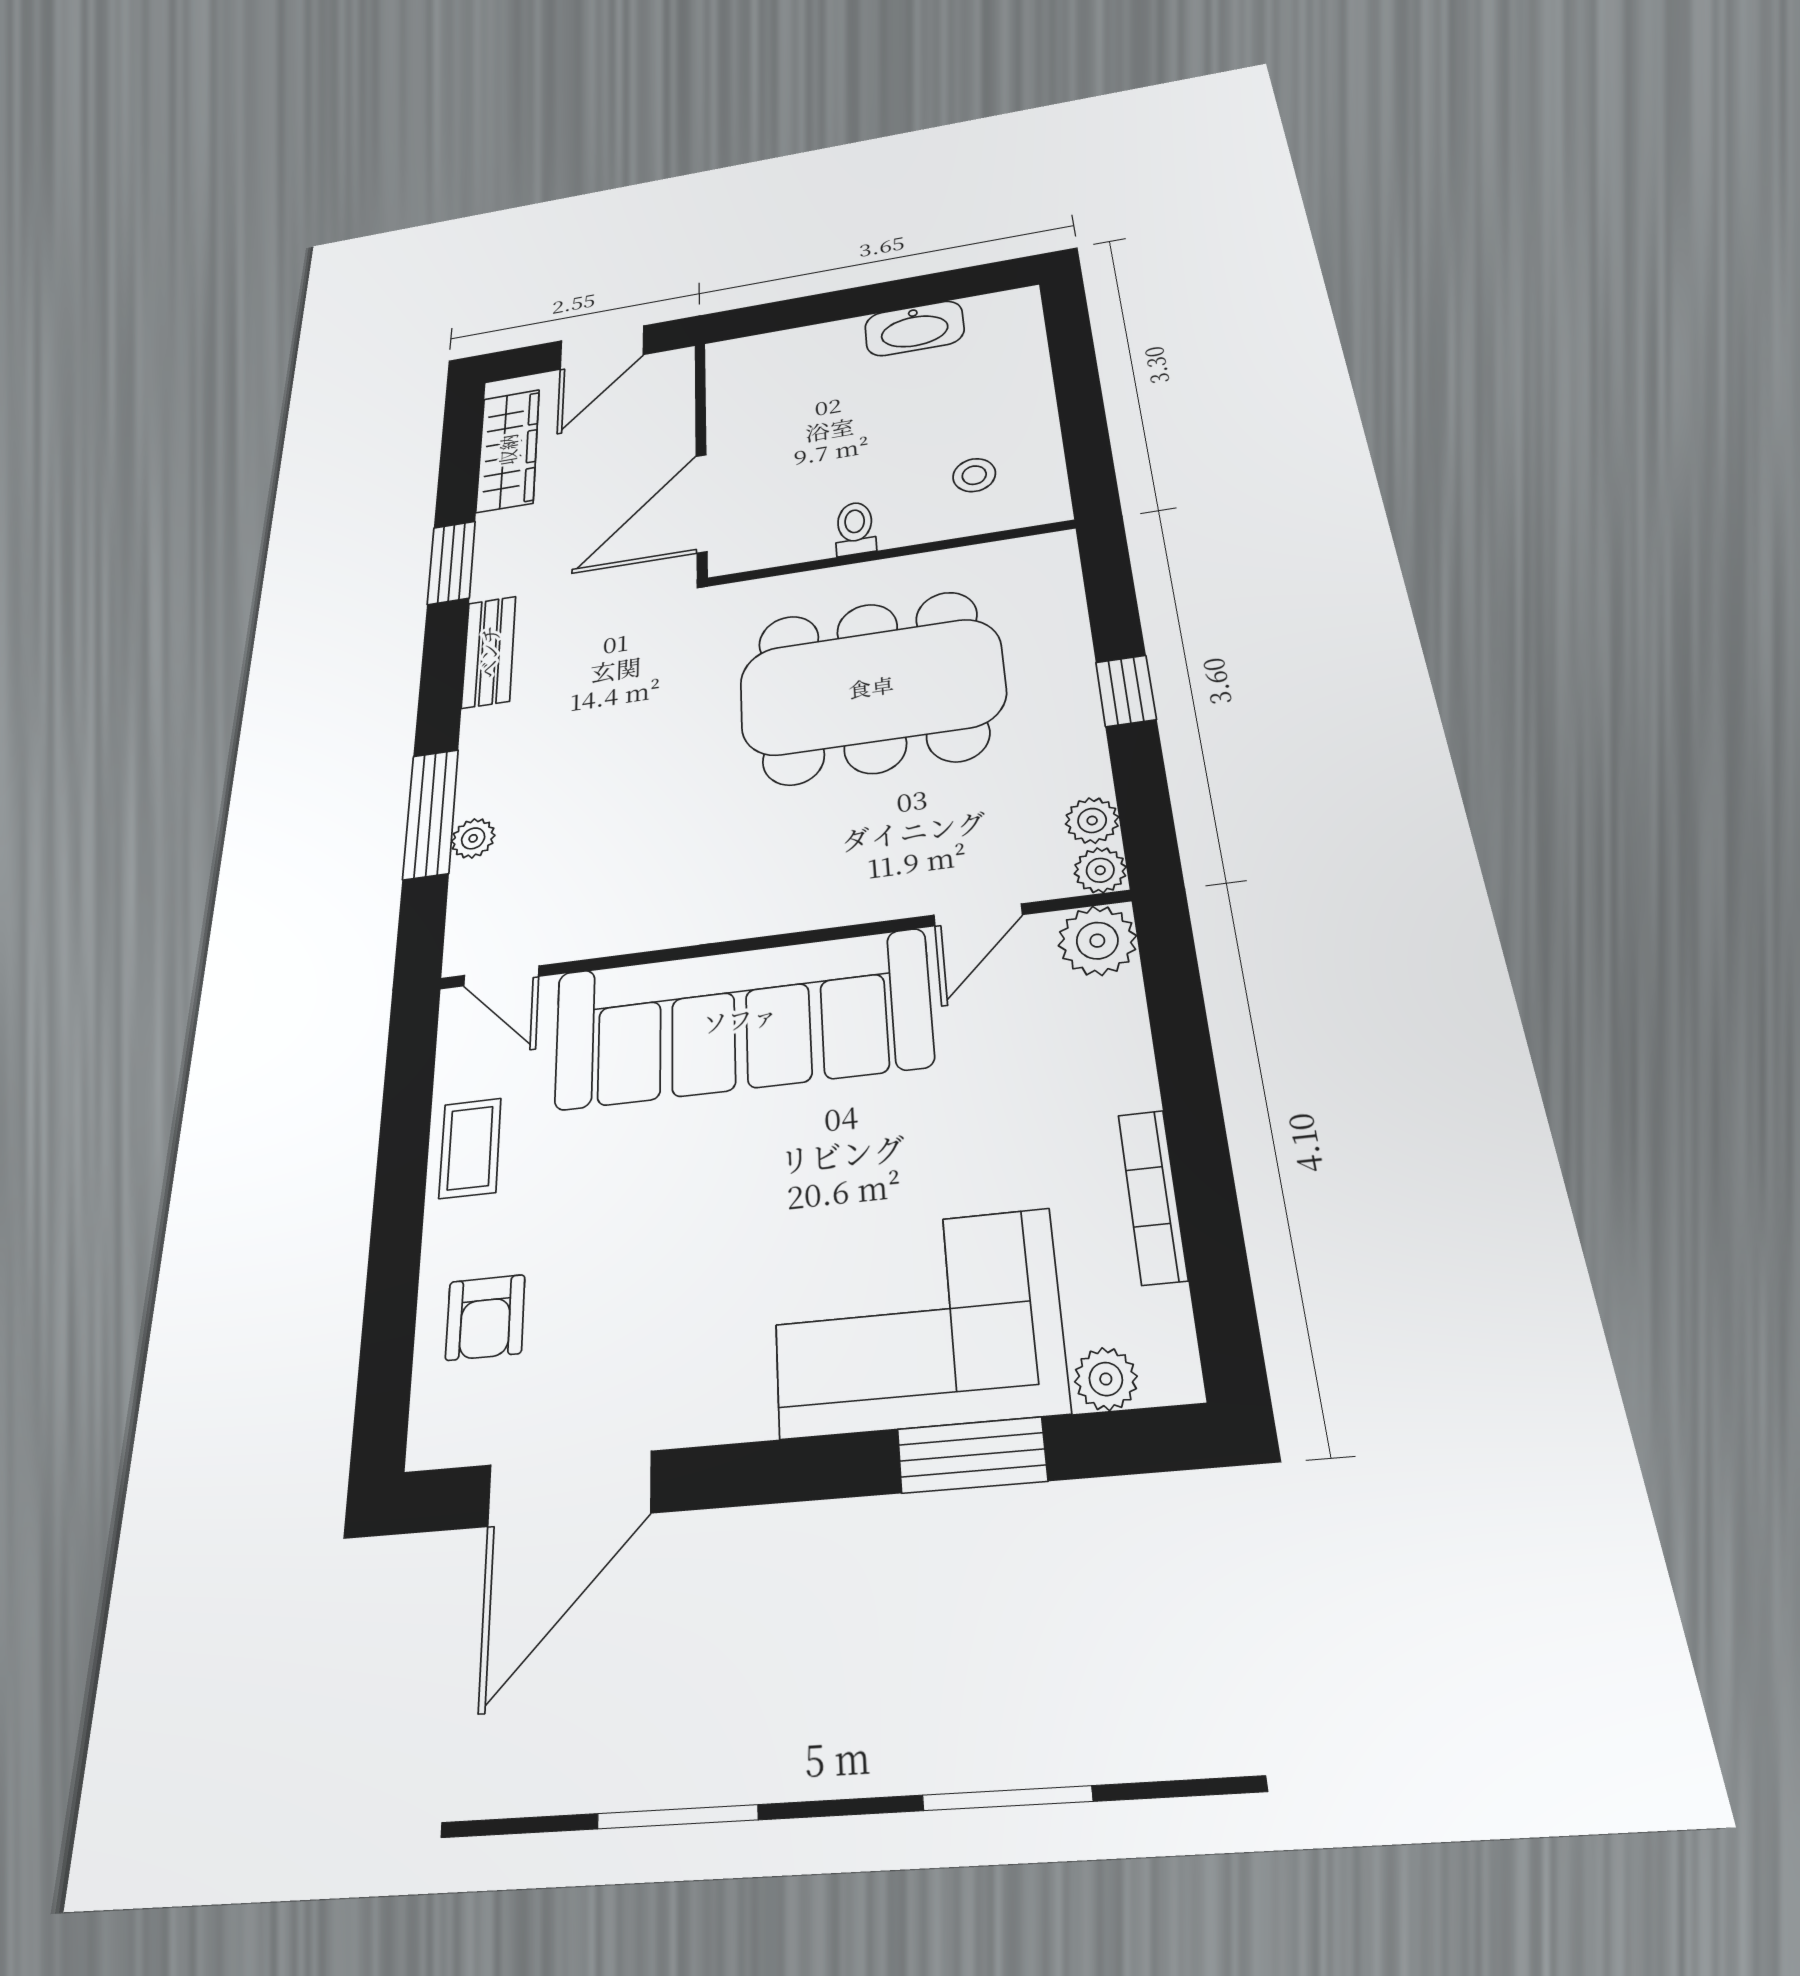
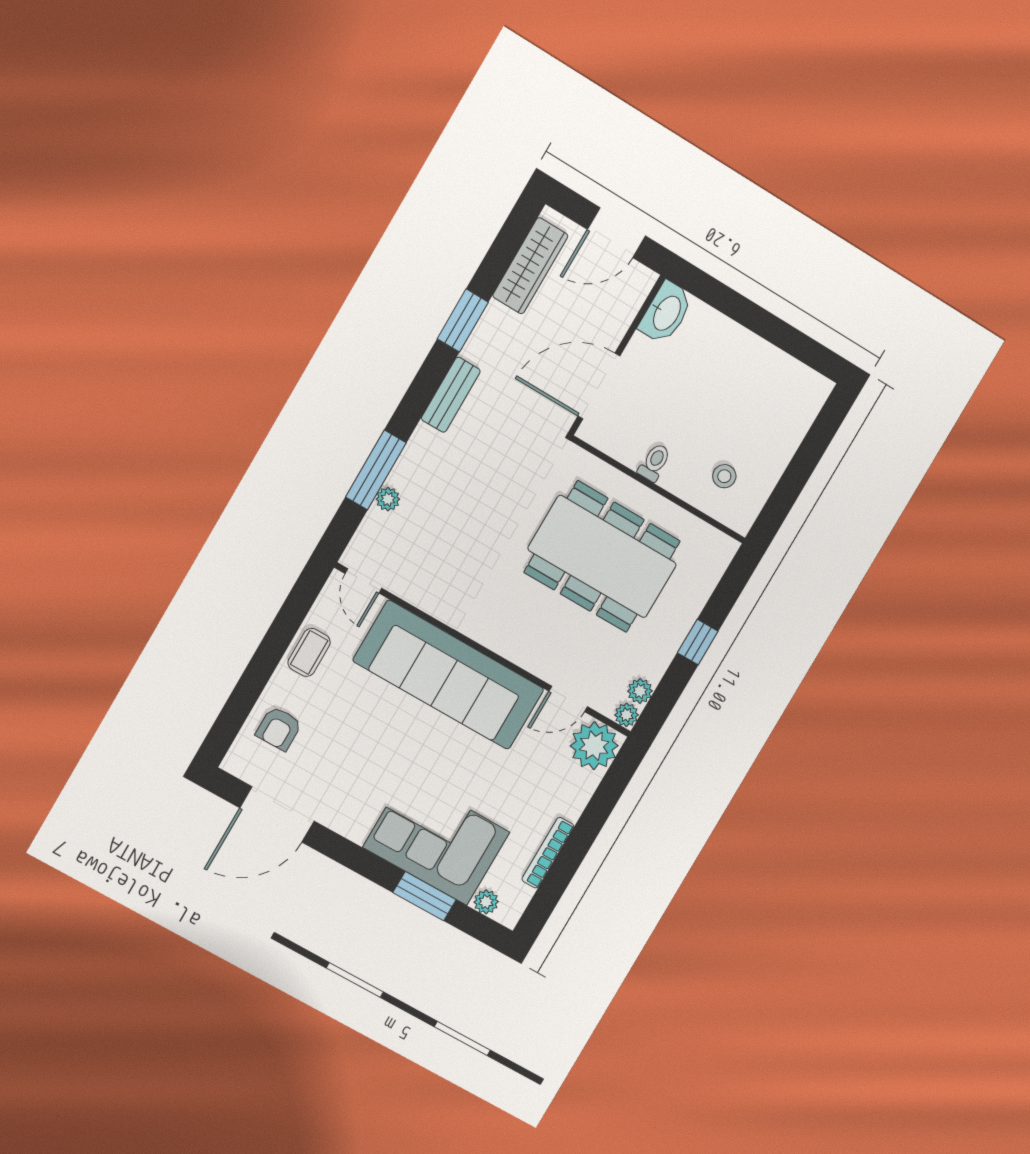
washbasin: (914, 328) -> (666, 313), moved, turned -90
plant: (1097, 941) -> (594, 746), width x1.36, depth x1.36

